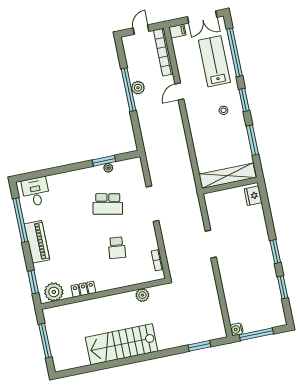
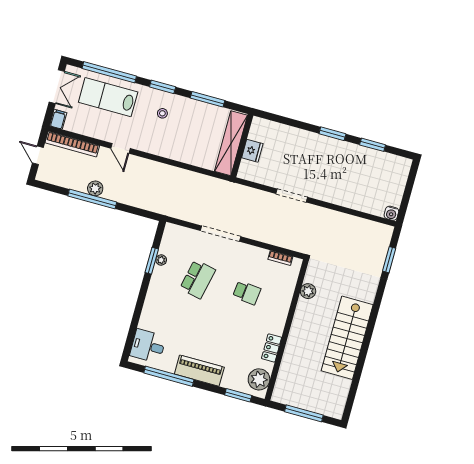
fridge: (253, 196) -> (252, 151), moved, turned -90
window: (256, 334) -> (407, 196), removed

